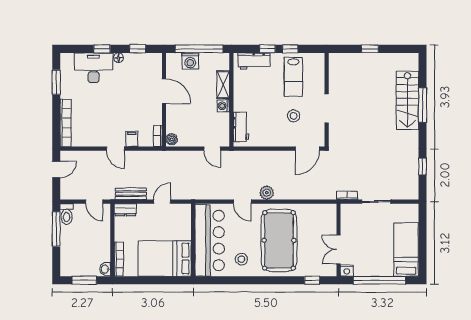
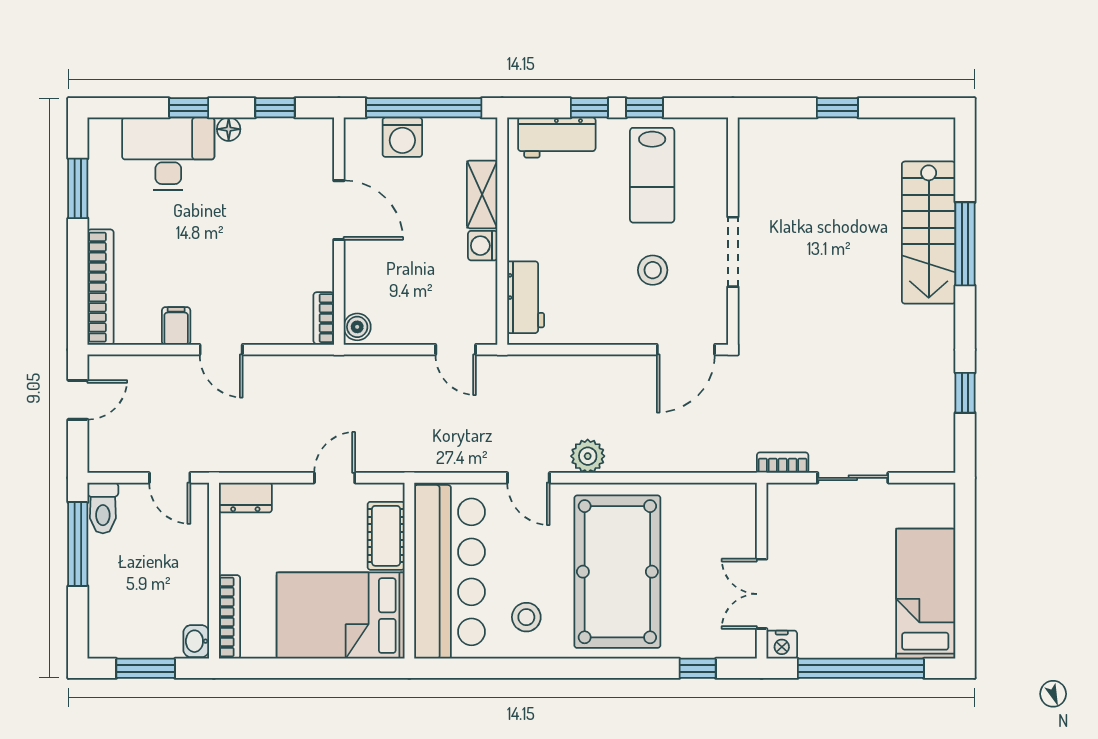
filing cabinet: (132, 139) -> (176, 326), moved
bench: (131, 194) -> (259, 459), removed
cot: (183, 226) -> (386, 536), added

